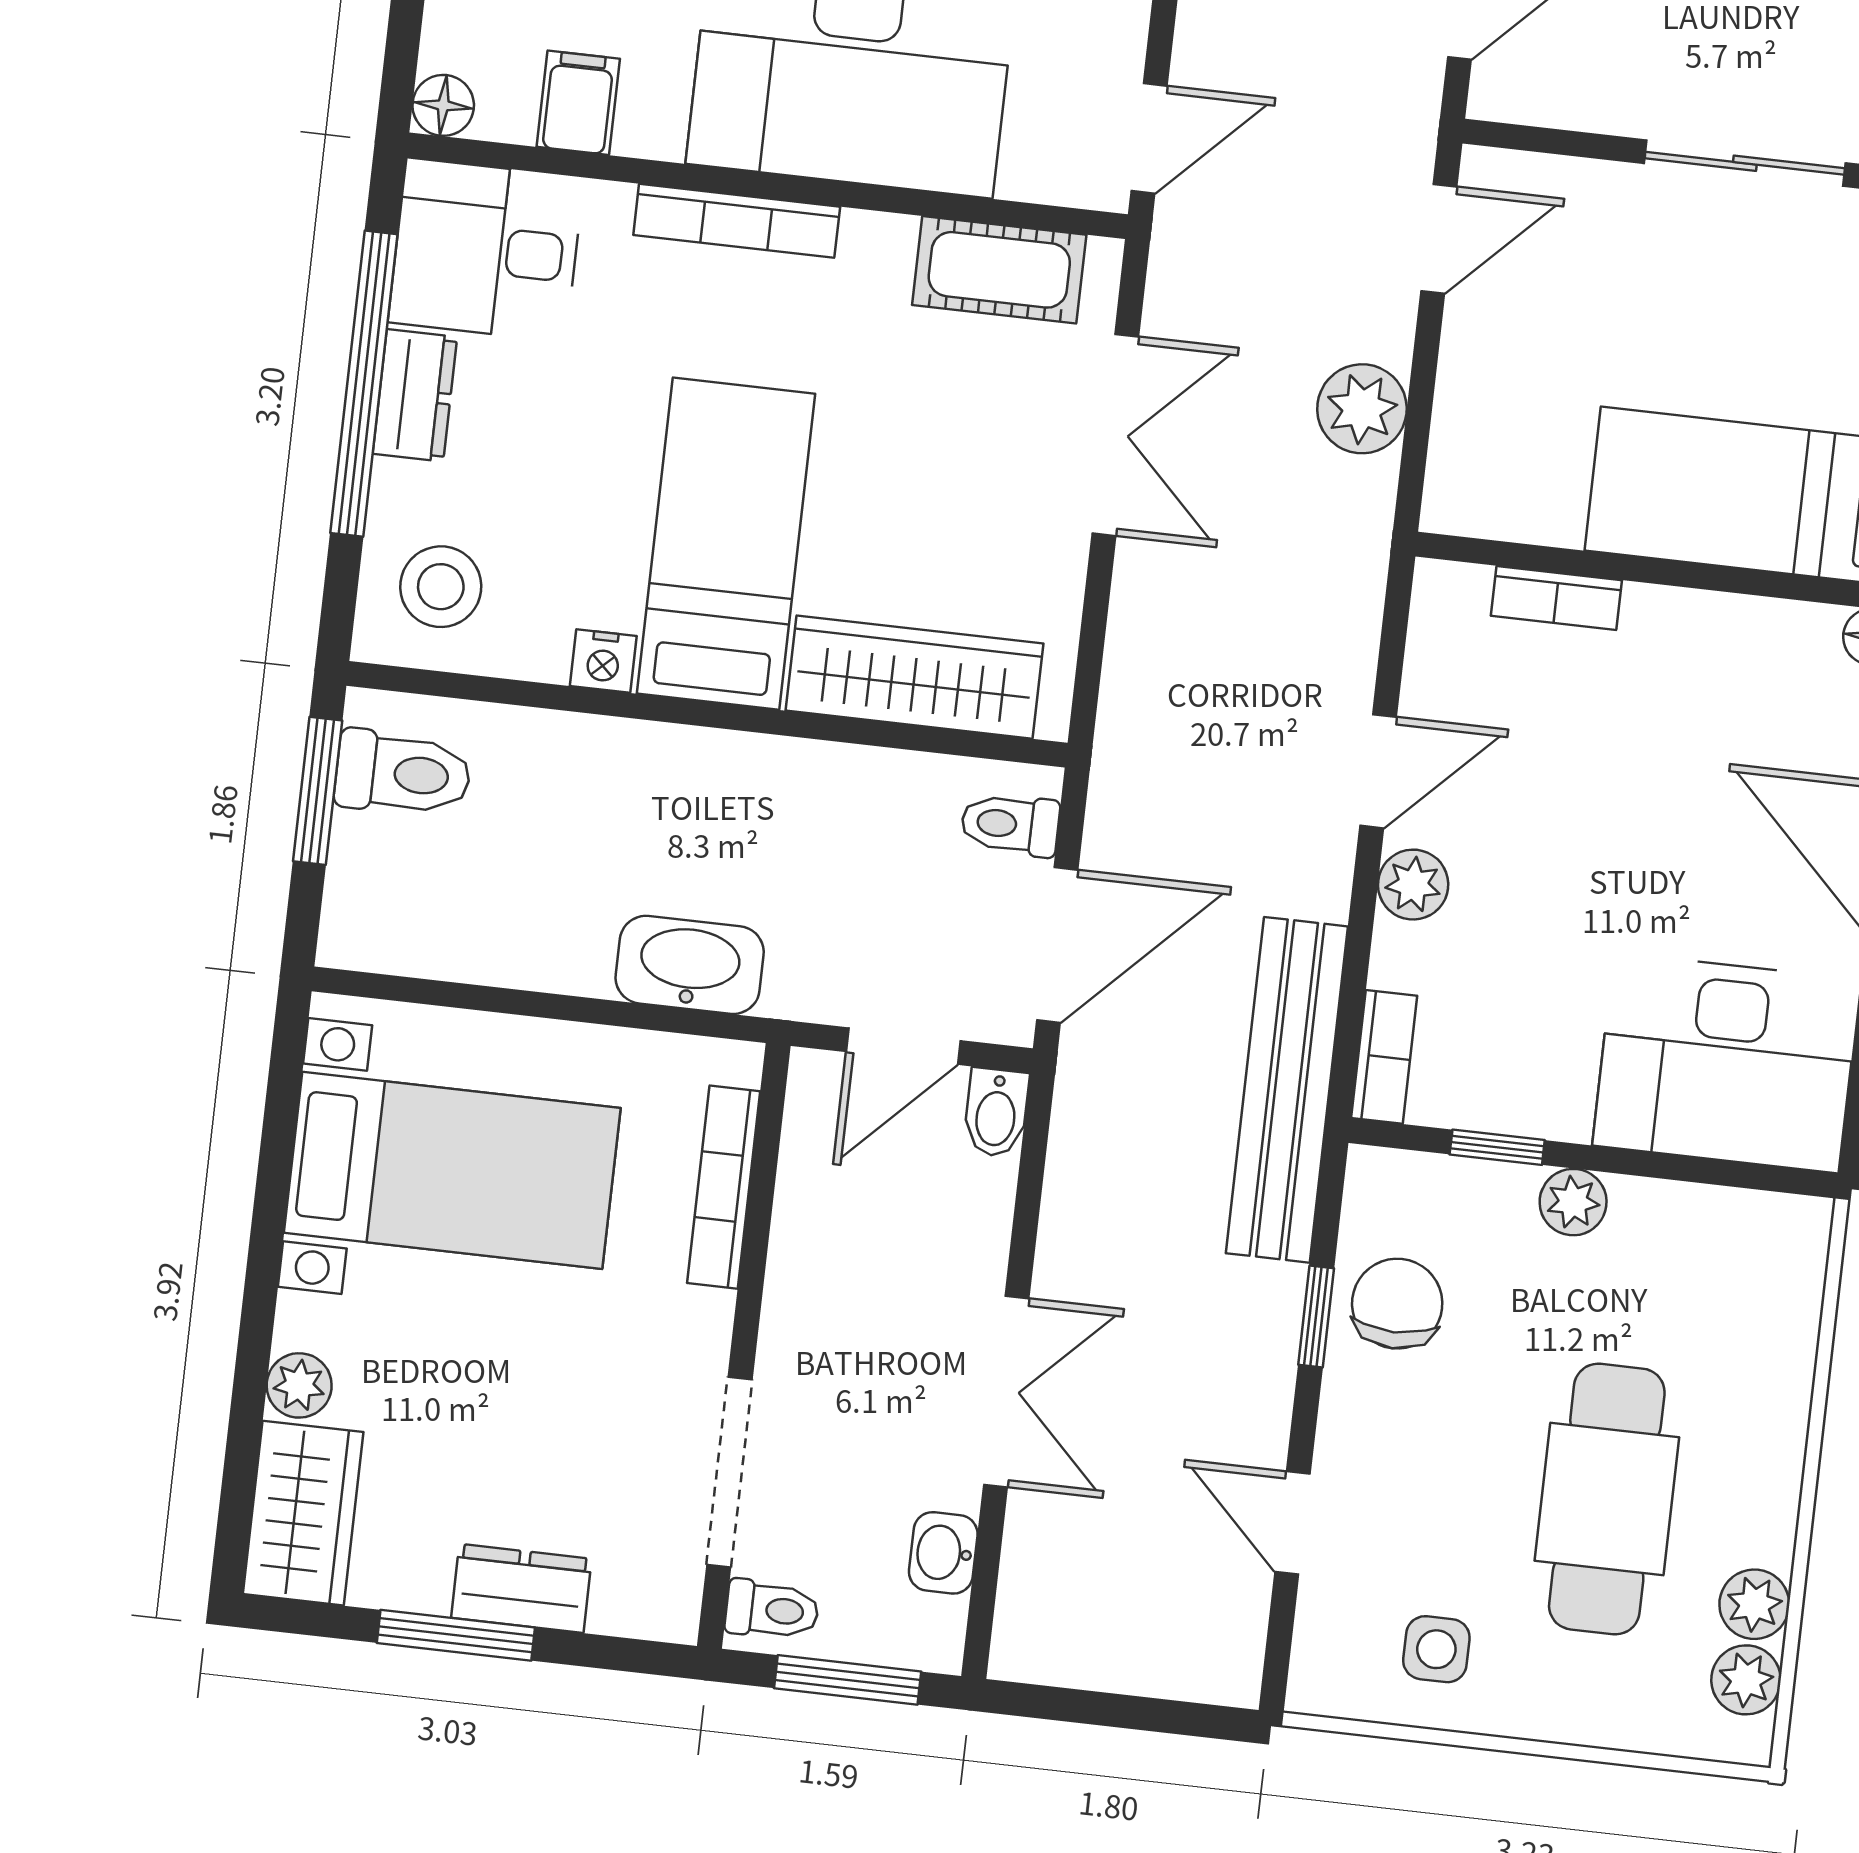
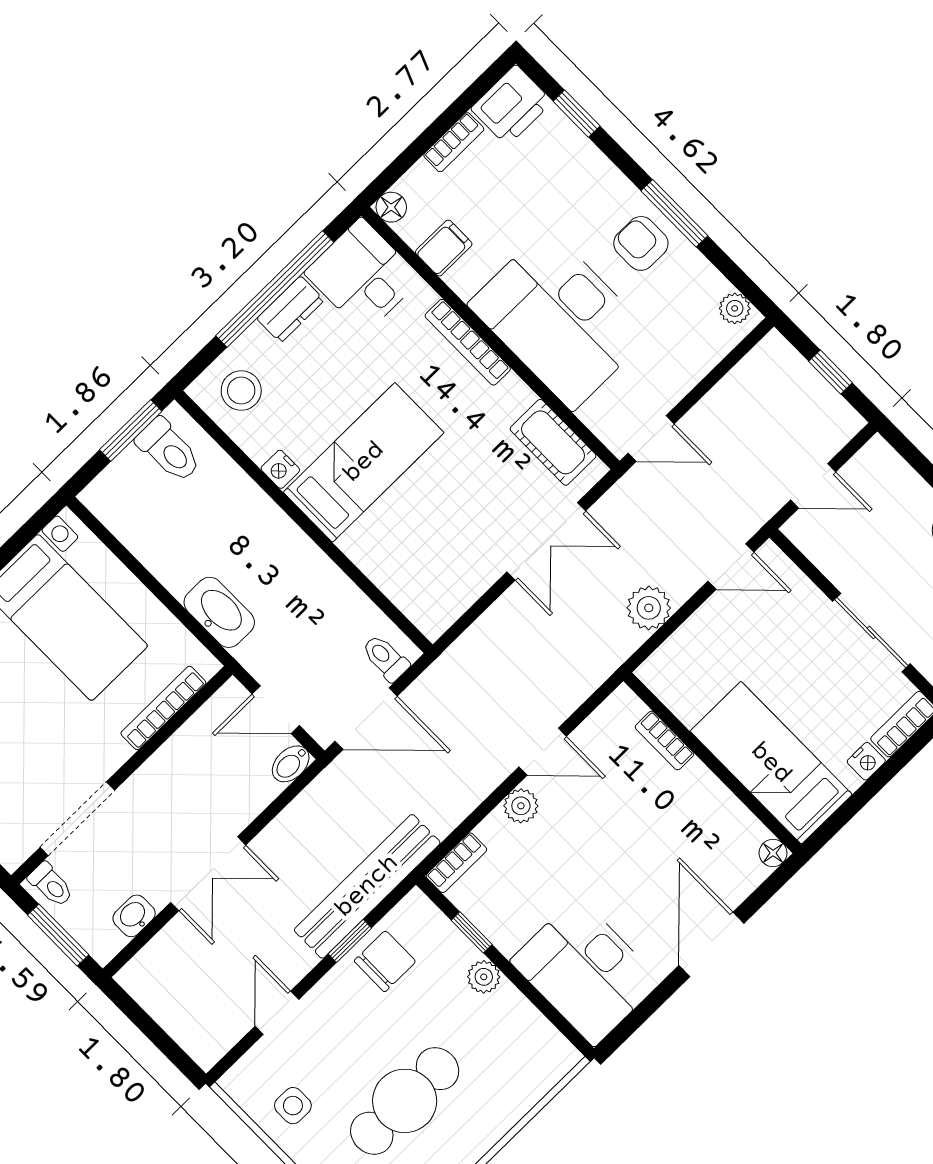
wardrobe: (914, 677) -> (394, 572), removed
bench: (1287, 1090) -> (367, 886), moved

